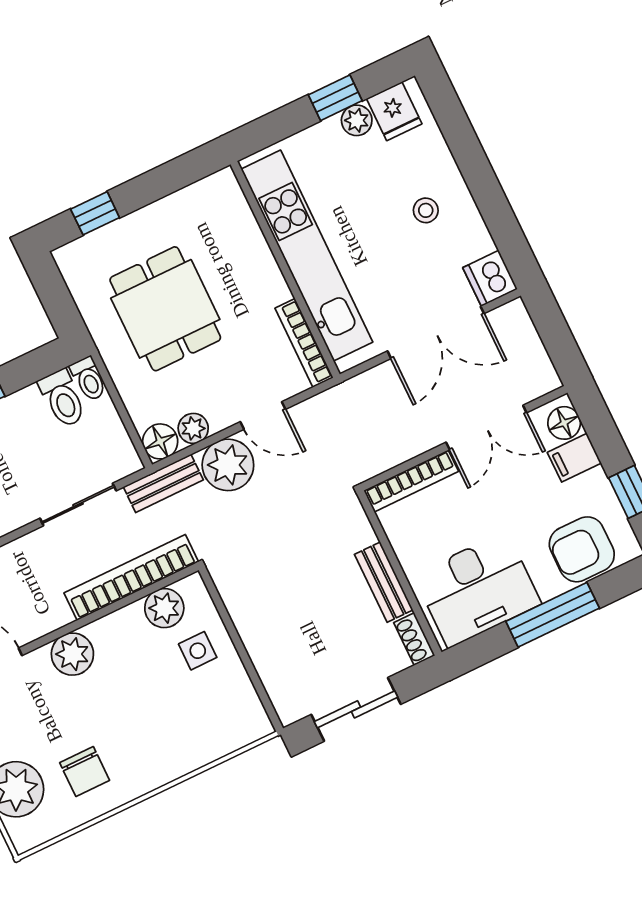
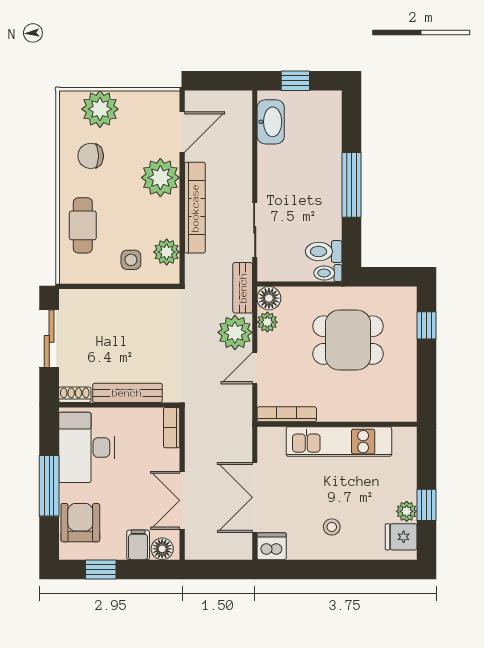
kitchen unit: (307, 256) -> (339, 442), width x0.73
bookcase: (411, 481) -> (172, 428), width x0.64
bookcase: (131, 577) -> (195, 208), moved
bench: (384, 582) -> (127, 393), width x1.36
plant: (72, 654) -> (160, 178), width x1.36, depth x1.36
cafe table: (183, 737) -> (83, 225), added

